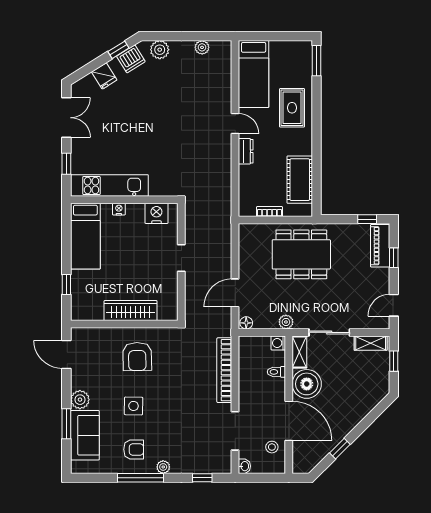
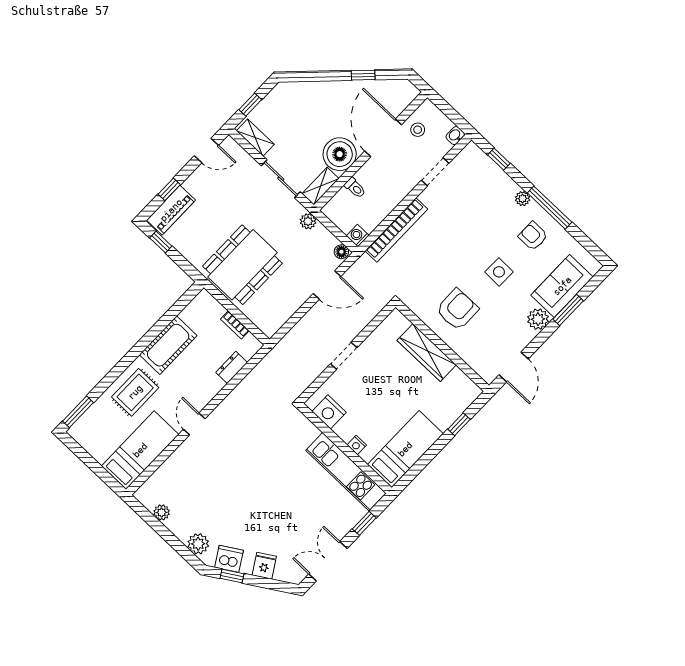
dresser: (246, 151) -> (232, 367), moved
cot: (300, 180) -> (168, 345), moved
dining table: (301, 254) -> (242, 265), turned 90
washing machine: (278, 343) -> (358, 236), moved, turned 180
doorway: (235, 431) -> (435, 172), width x0.73

